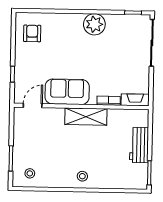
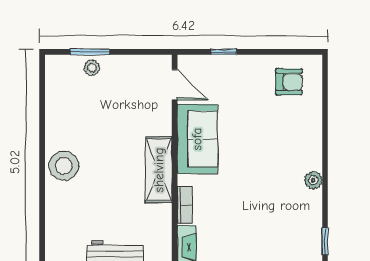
plant: (94, 24) -> (313, 180), width x0.53, depth x0.53
stool: (30, 173) -> (92, 68), moved
stool: (82, 176) -> (64, 166), width x1.89, depth x1.89

